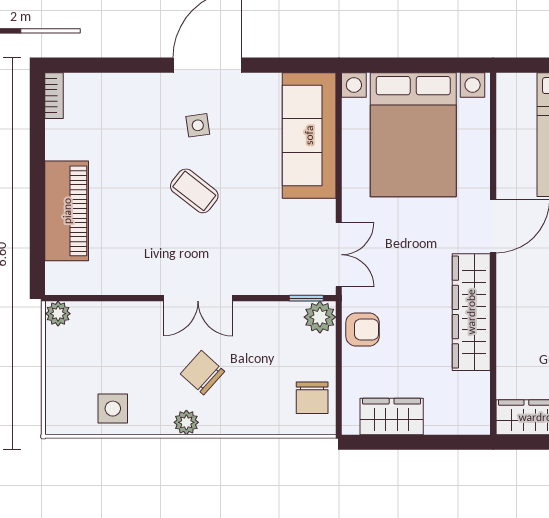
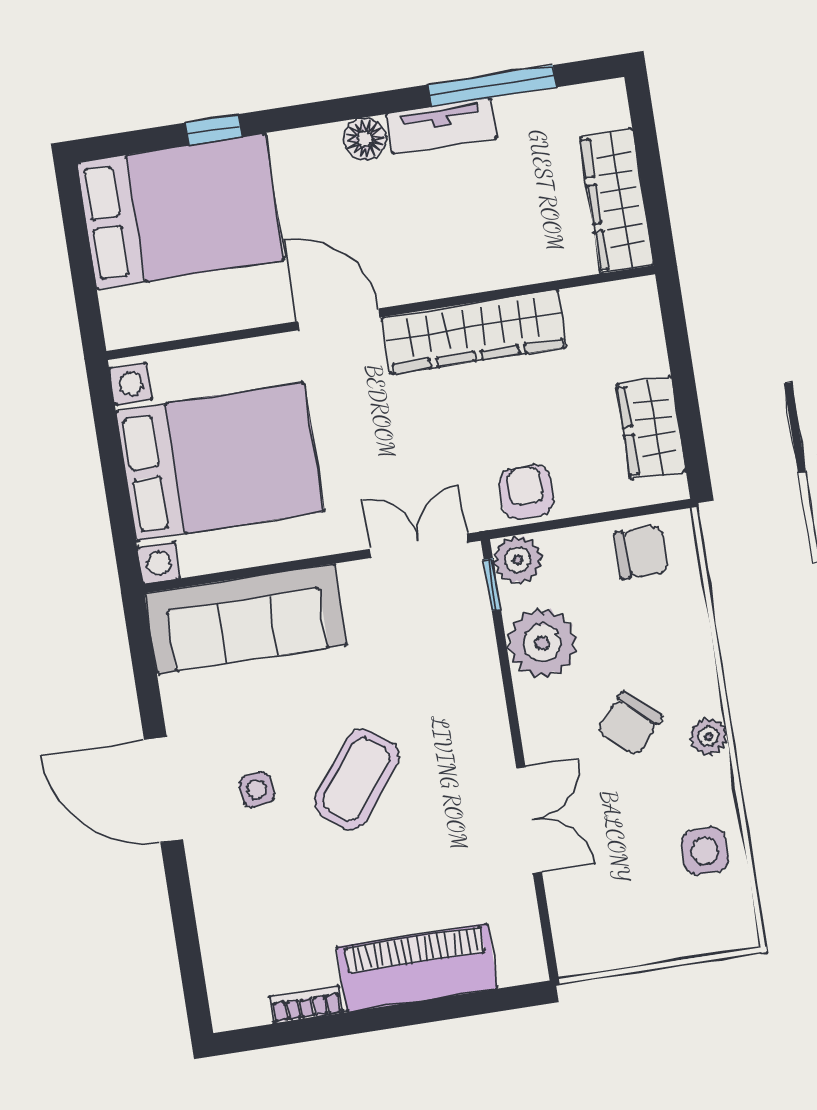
bookcase: (54, 96) -> (306, 1004), moved
coffee table: (194, 191) -> (357, 779), width x1.36, depth x1.30
double door: (198, 298) -> (529, 820), moved
plant: (58, 314) -> (542, 643), moved, width x1.87, depth x1.87

